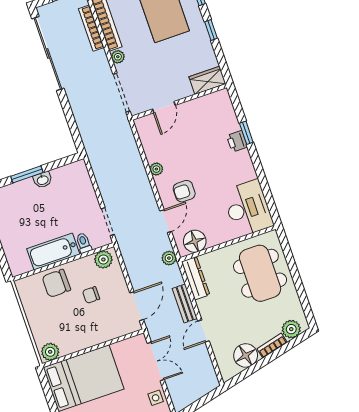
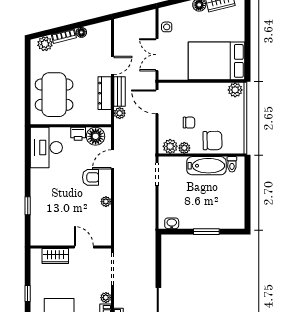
wardrobe: (207, 80) -> (55, 256), moved
door: (164, 107) -> (84, 247), hinge flipped
printer: (237, 141) -> (78, 134), moved, turned 90
washbasin: (43, 180) -> (172, 223), moved
toilet: (84, 243) -> (232, 164), moved
plant: (169, 258) -> (120, 113), moved
plant: (86, 263) -> (184, 148), added
dresser: (196, 278) -> (105, 93), moved
door: (137, 306) -> (157, 102), hinge flipped
floor lamp: (246, 355) -> (81, 32), width x0.53, depth x0.53

